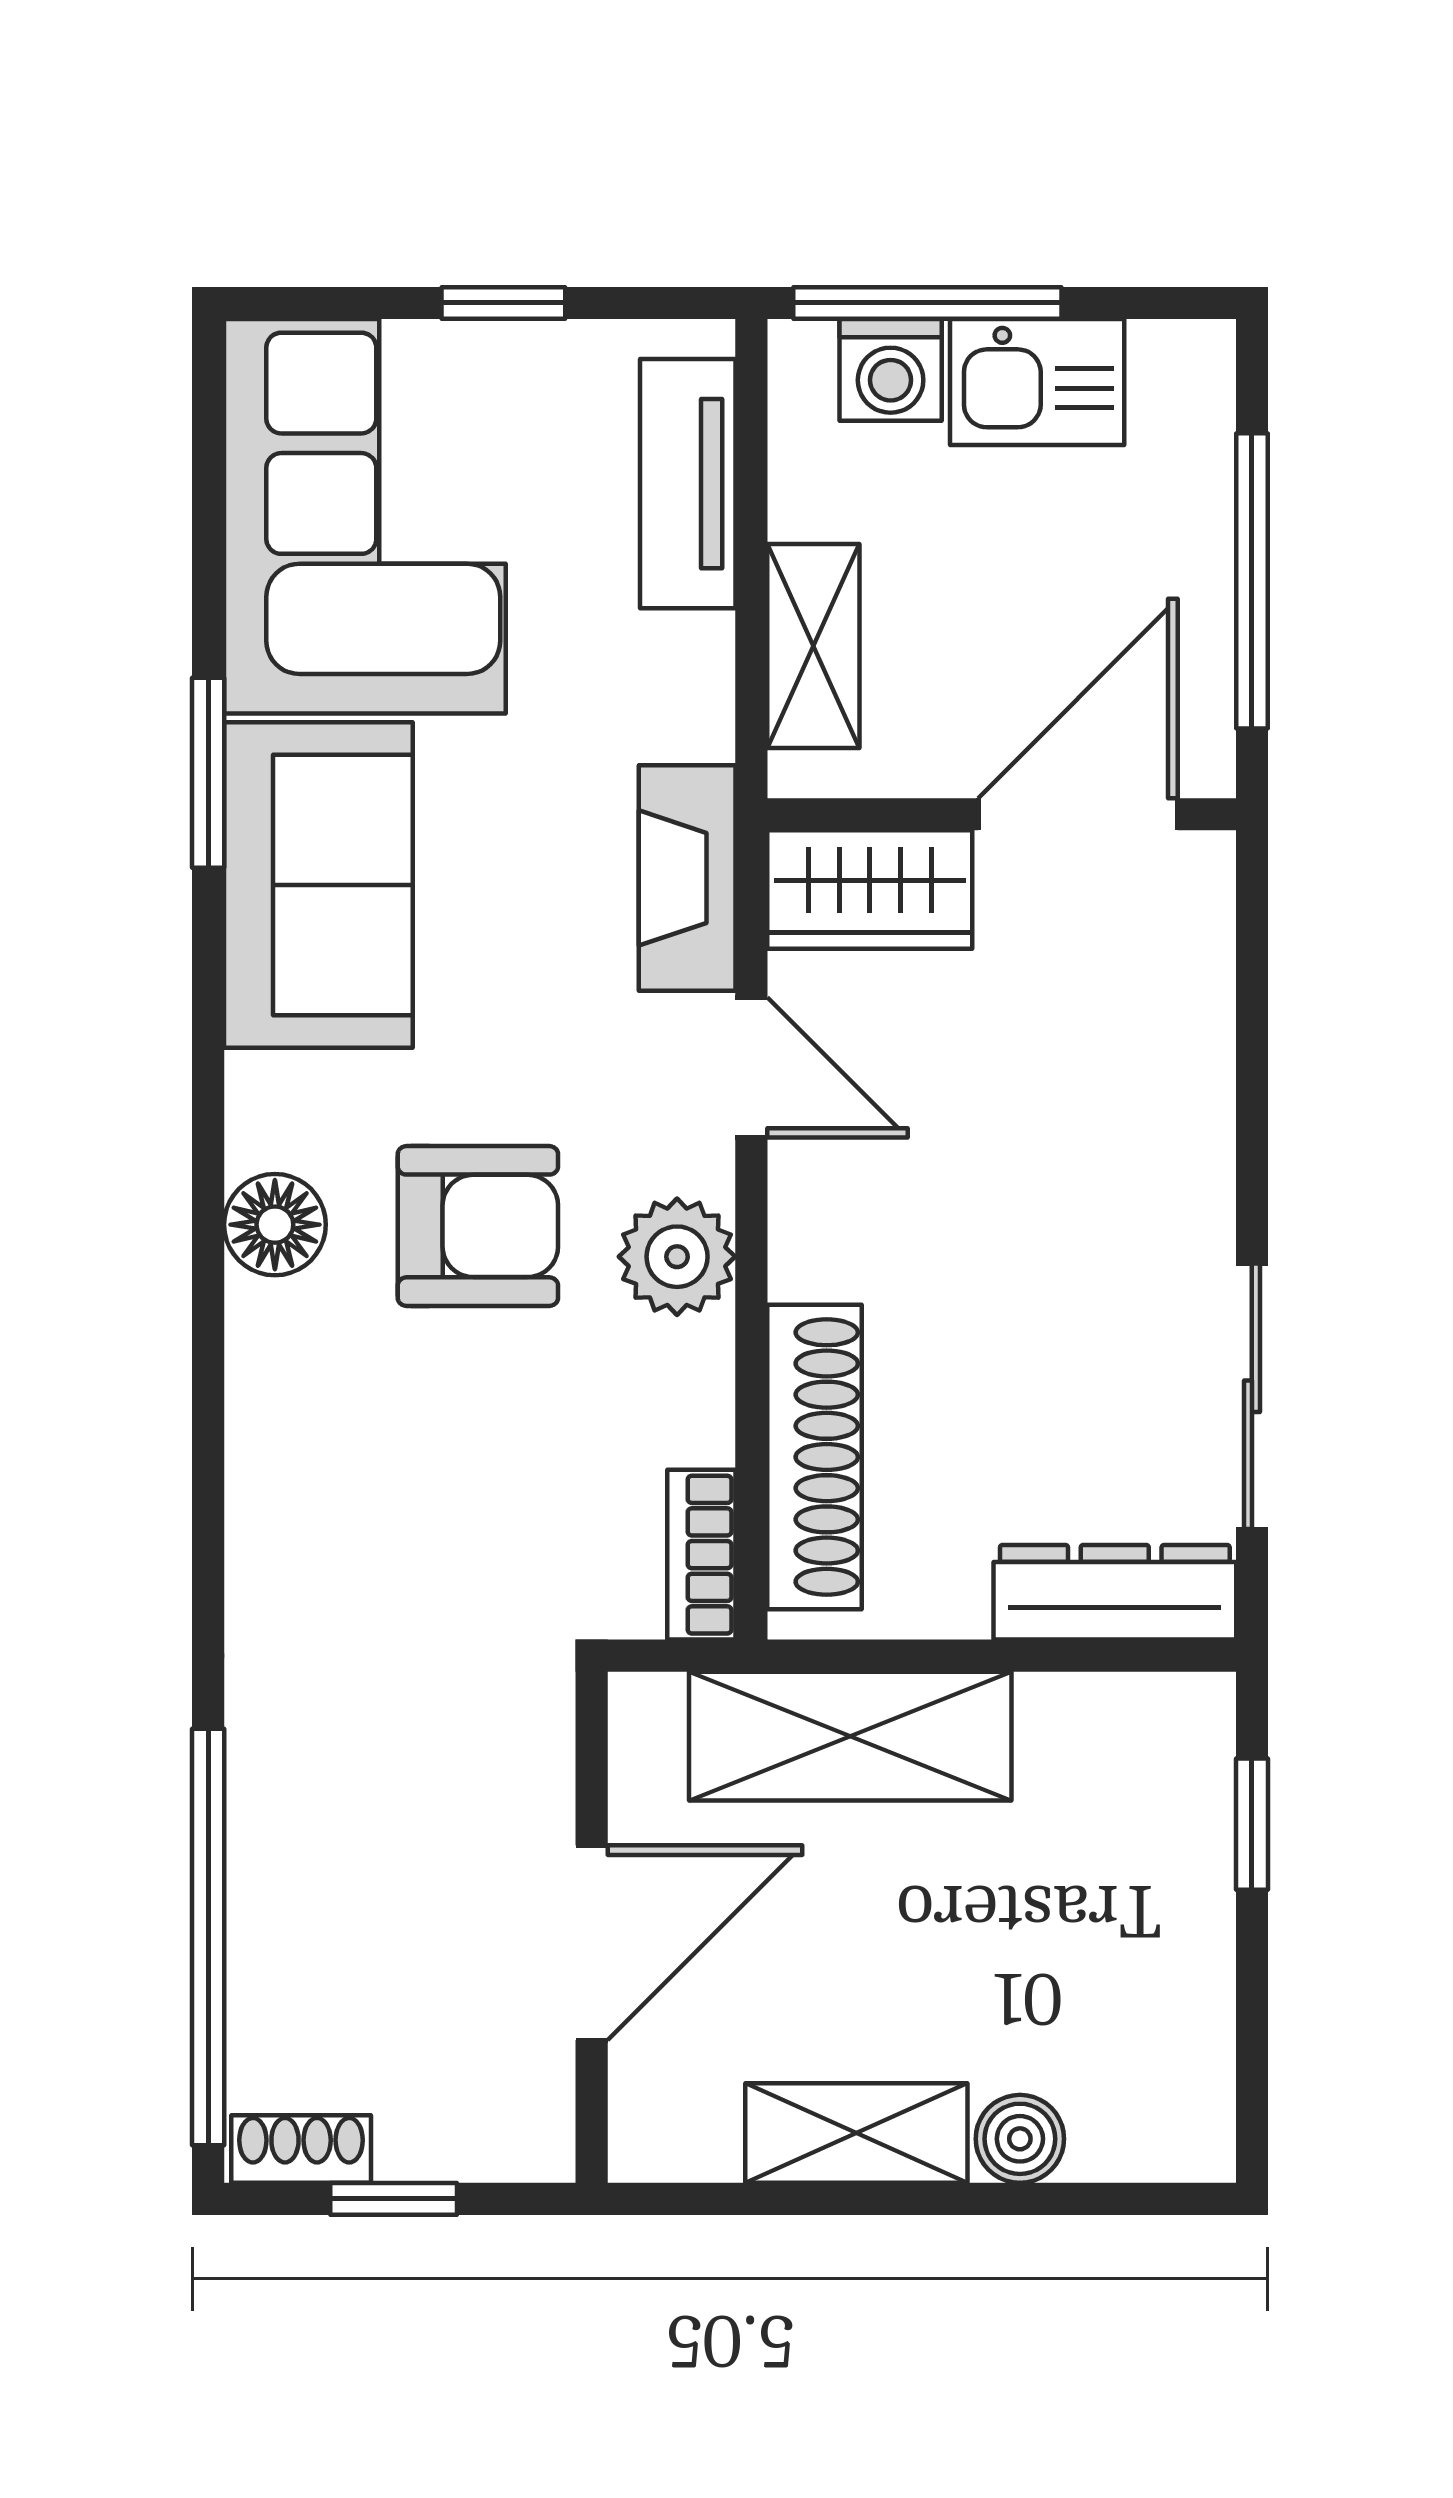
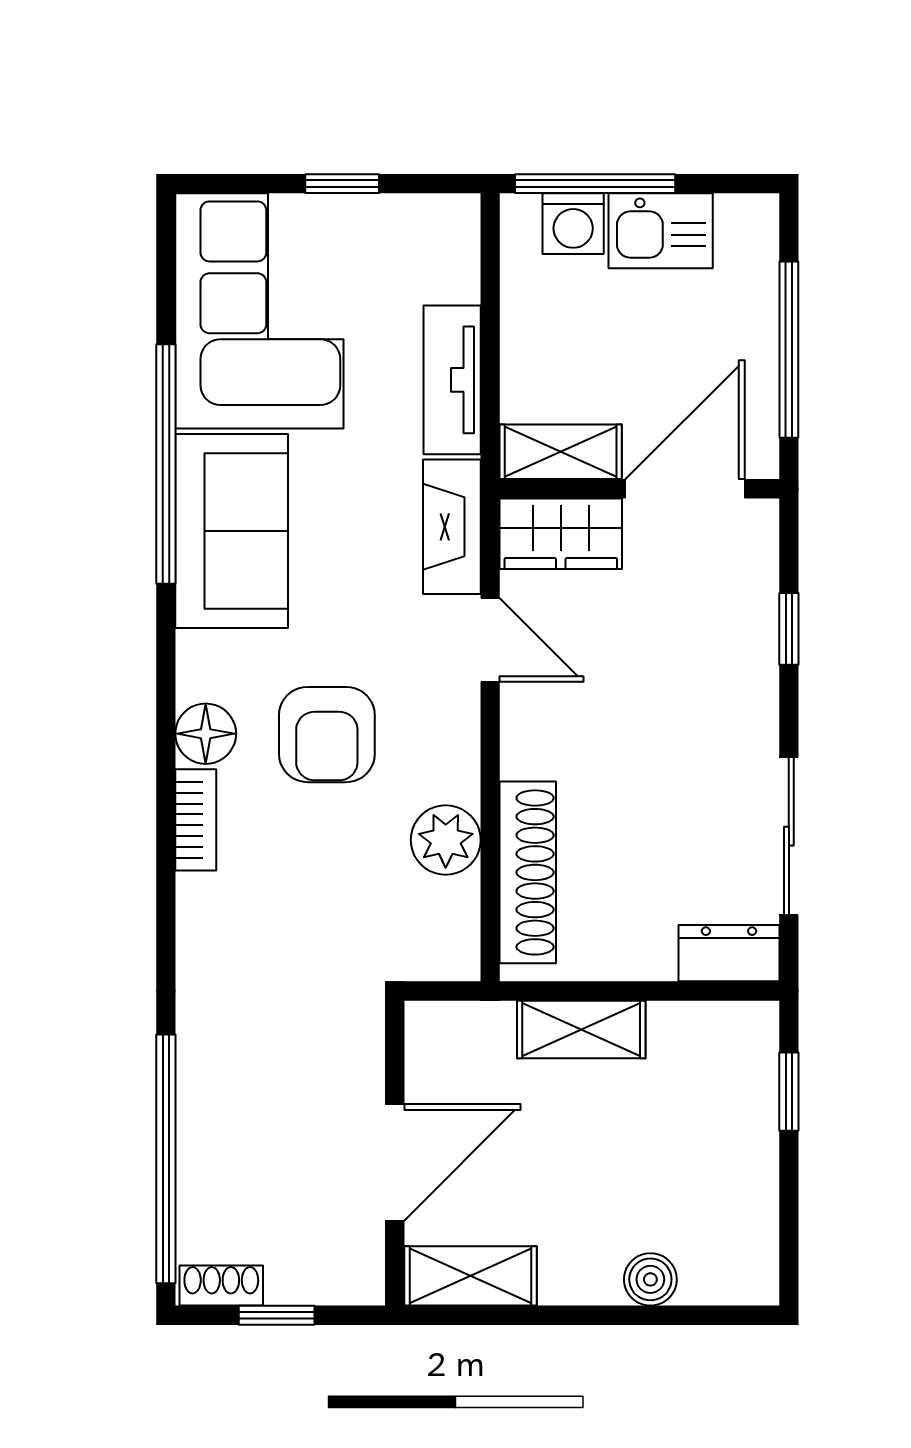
tv unit: (688, 484) -> (452, 380), moved
shelving: (813, 646) -> (561, 452), moved, turned 90
window: (208, 773) -> (166, 464), width x2.11
window: (1252, 1049) -> (789, 629), added
armchair: (478, 1226) -> (327, 735), turned 90
plant: (677, 1257) -> (446, 840), moved
bookcase: (701, 1555) -> (196, 820), moved, turned 180
dresser: (1115, 1592) -> (729, 953), width x0.70
shelving: (850, 1736) -> (581, 1029), width x0.67, depth x0.75
shelving: (856, 2133) -> (470, 1276), moved

